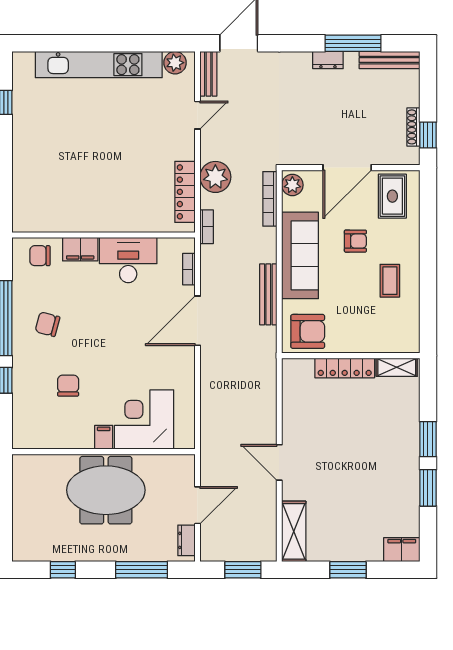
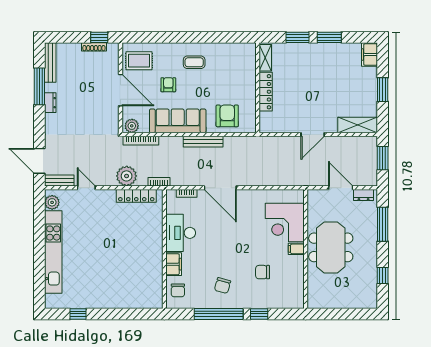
wall: (351, 356) -> (258, 88), moved
shelving: (397, 367) -> (265, 58), moved
locker: (345, 368) -> (266, 92), moved

